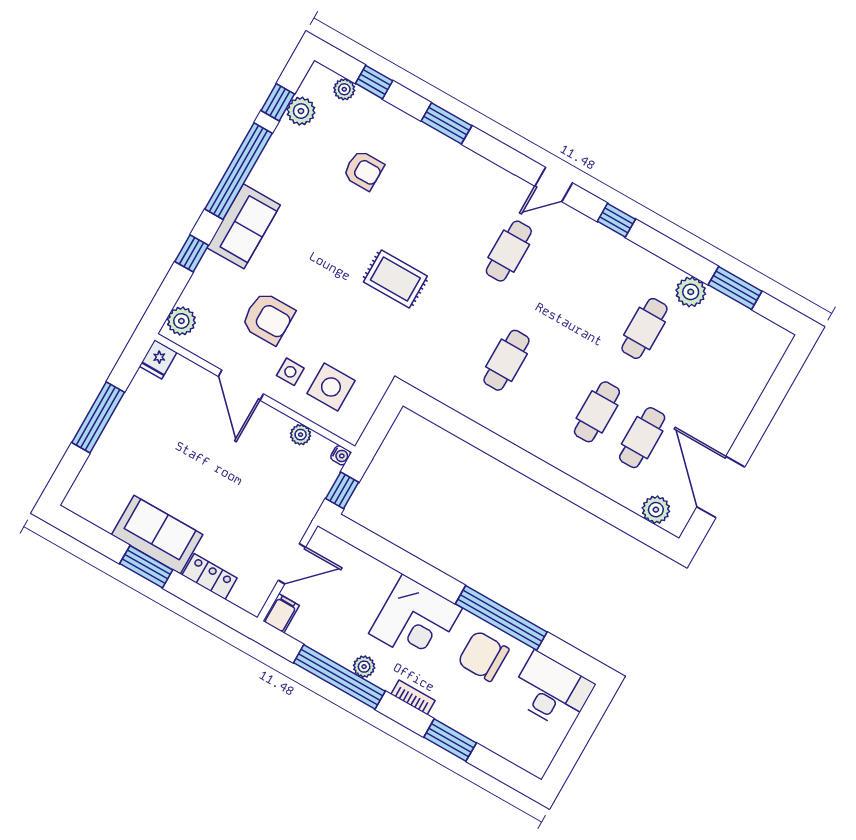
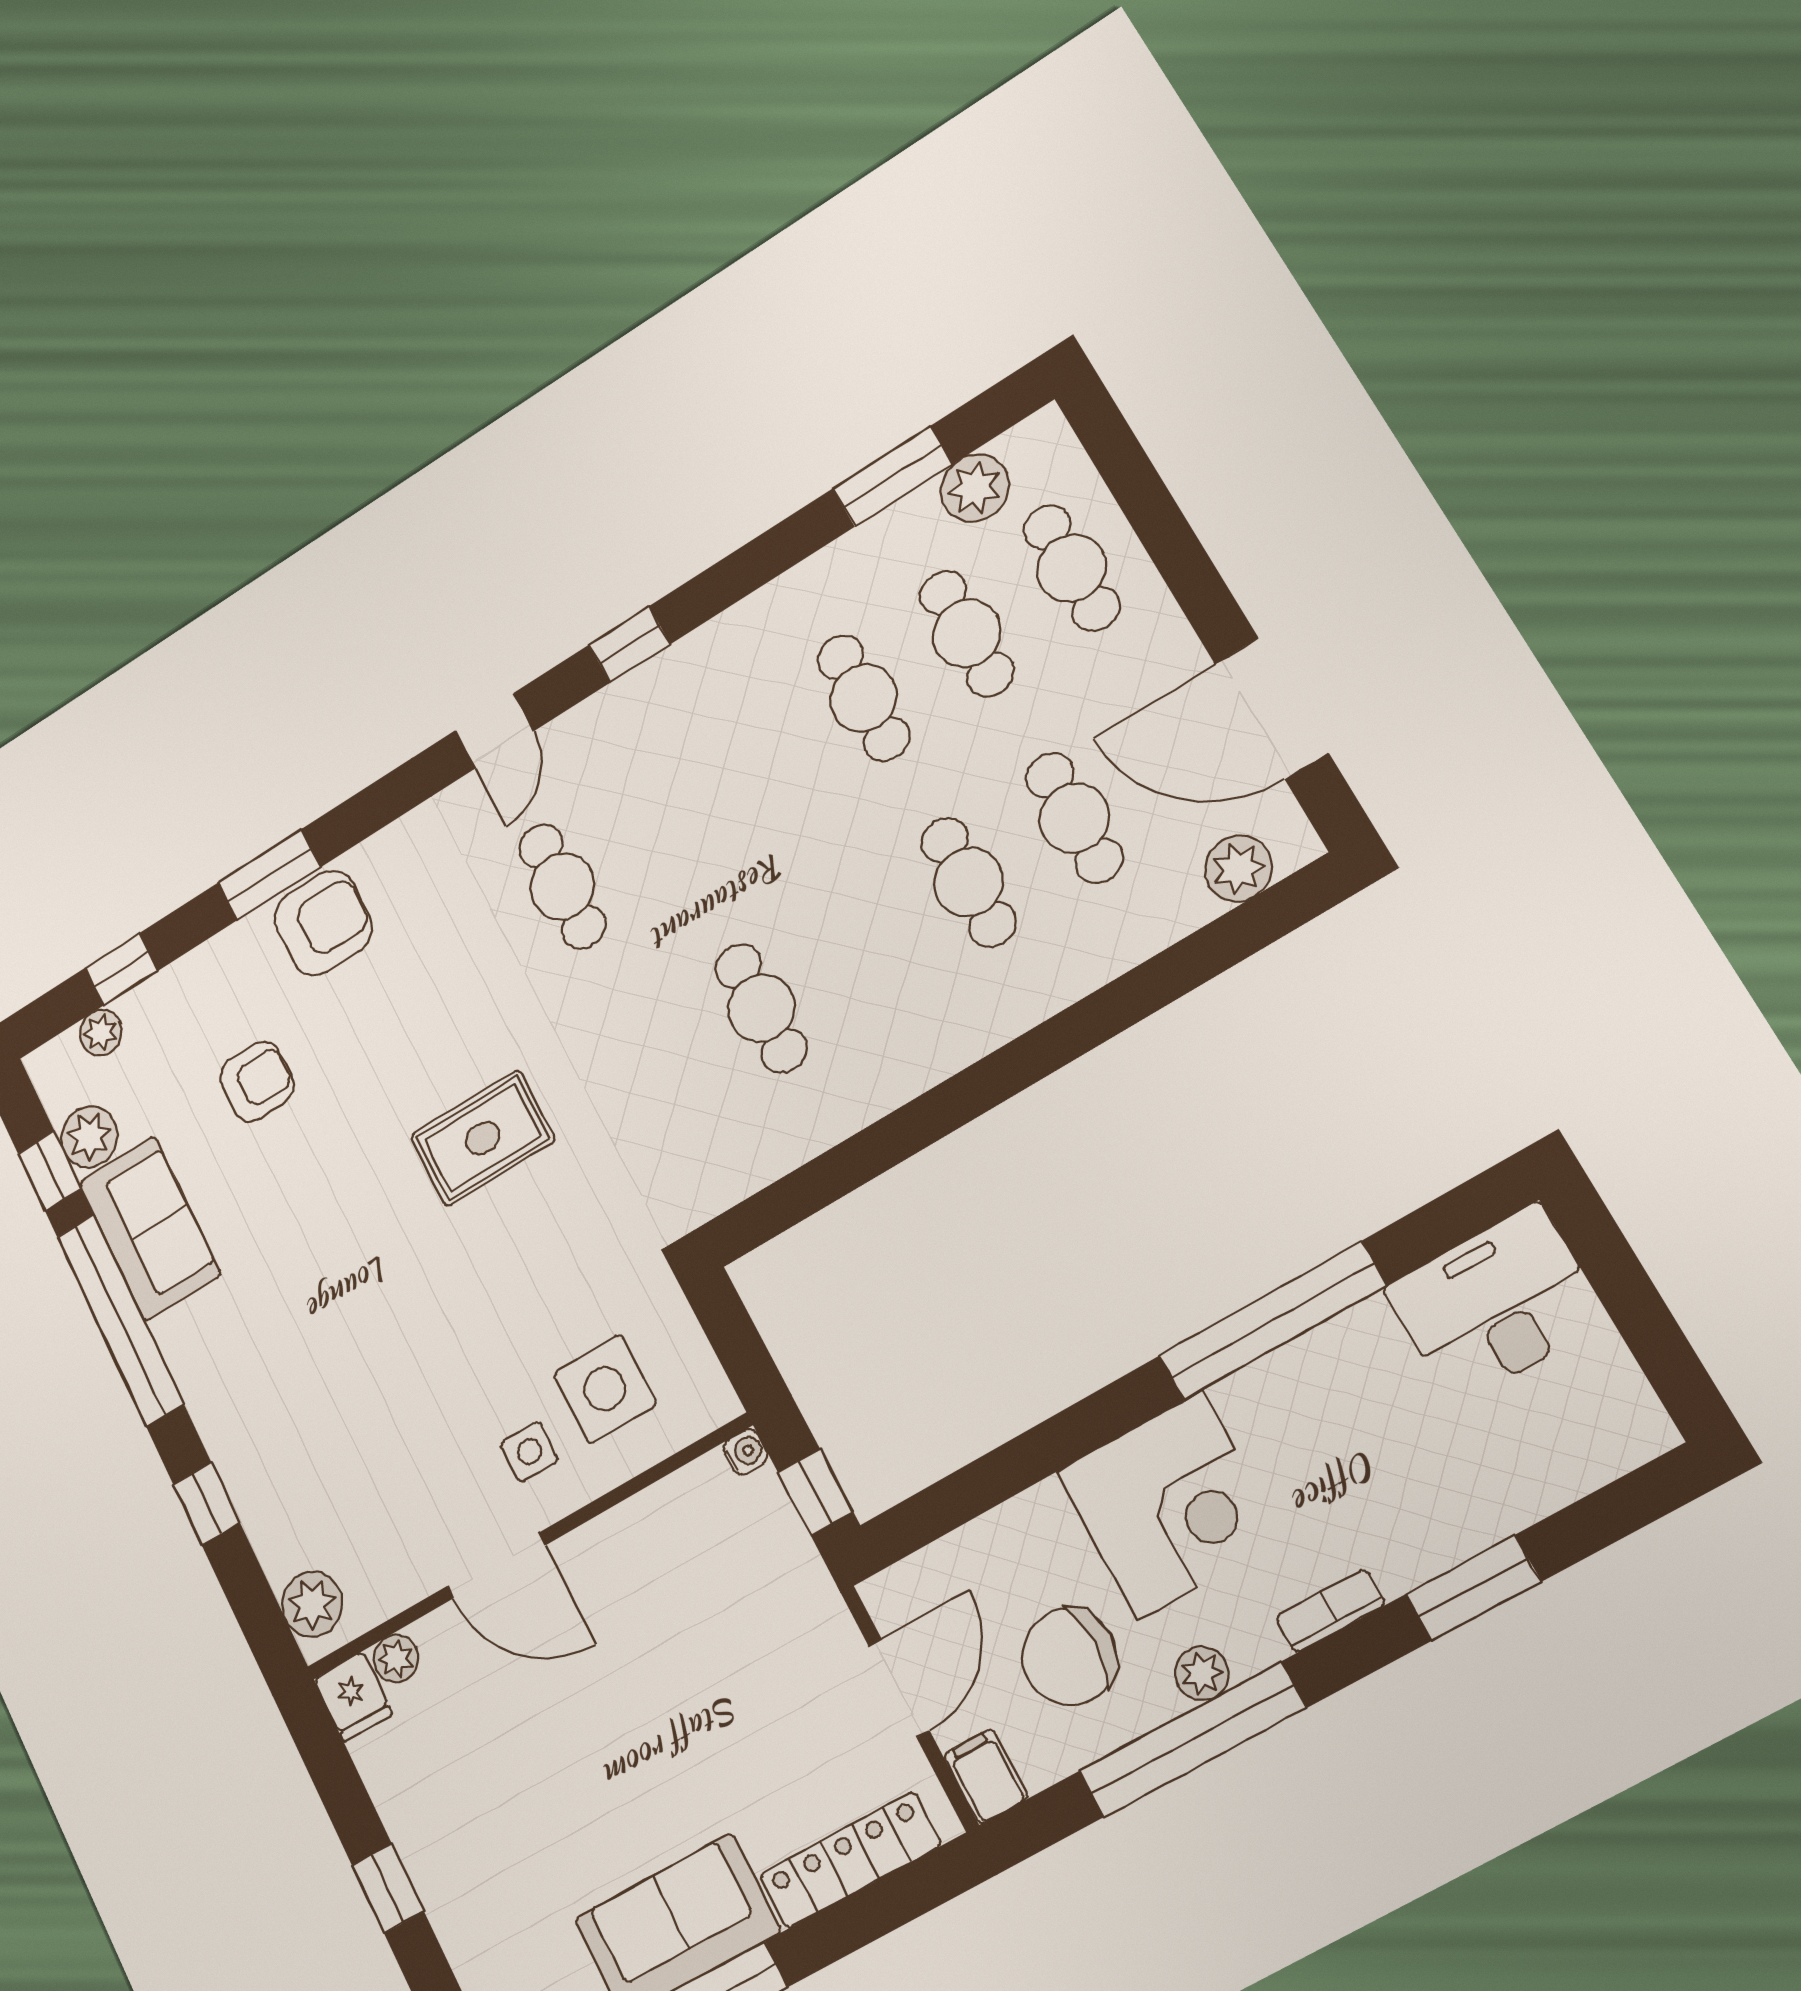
sofa: (244, 226) -> (150, 1228), moved
plant: (691, 292) -> (975, 488), moved
armchair: (268, 318) -> (323, 923), moved
cafe table: (690, 354) -> (967, 633), added
cafe table: (735, 380) -> (1072, 568), added
window: (98, 417) -> (388, 1888), width x0.46
plant: (301, 435) -> (396, 1659), moved
locker: (210, 577) -> (850, 1860), width x1.53
chair: (483, 656) -> (1069, 1657), moved

